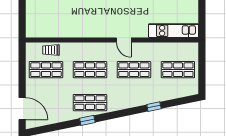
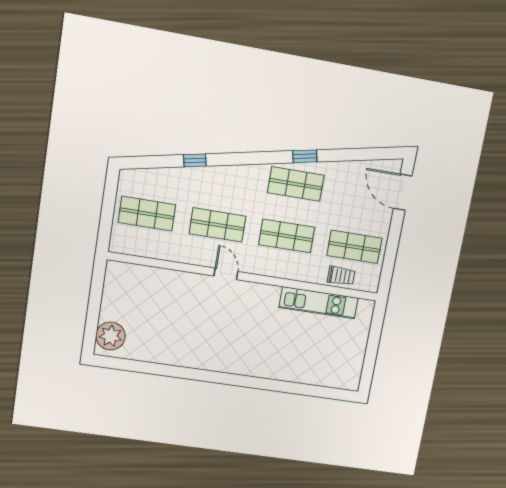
kitchen unit: (174, 31) -> (319, 303), moved

